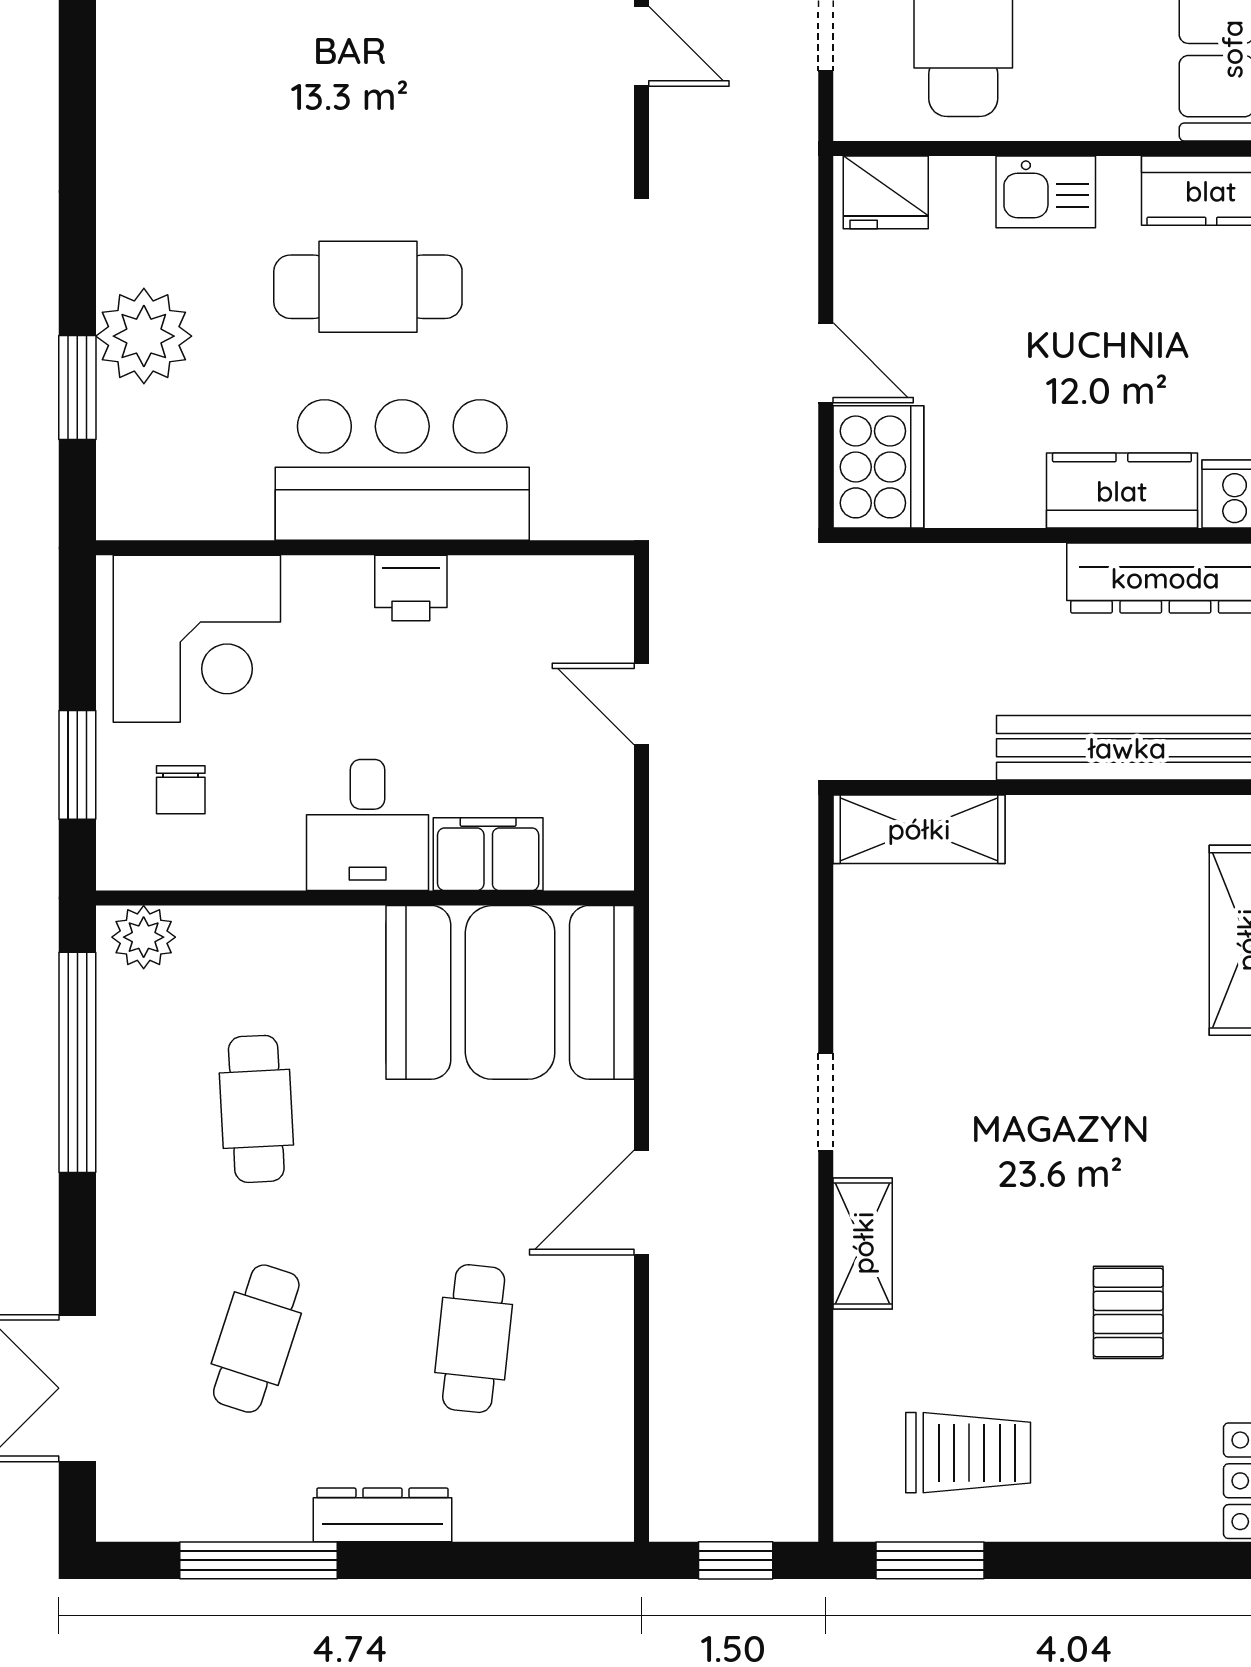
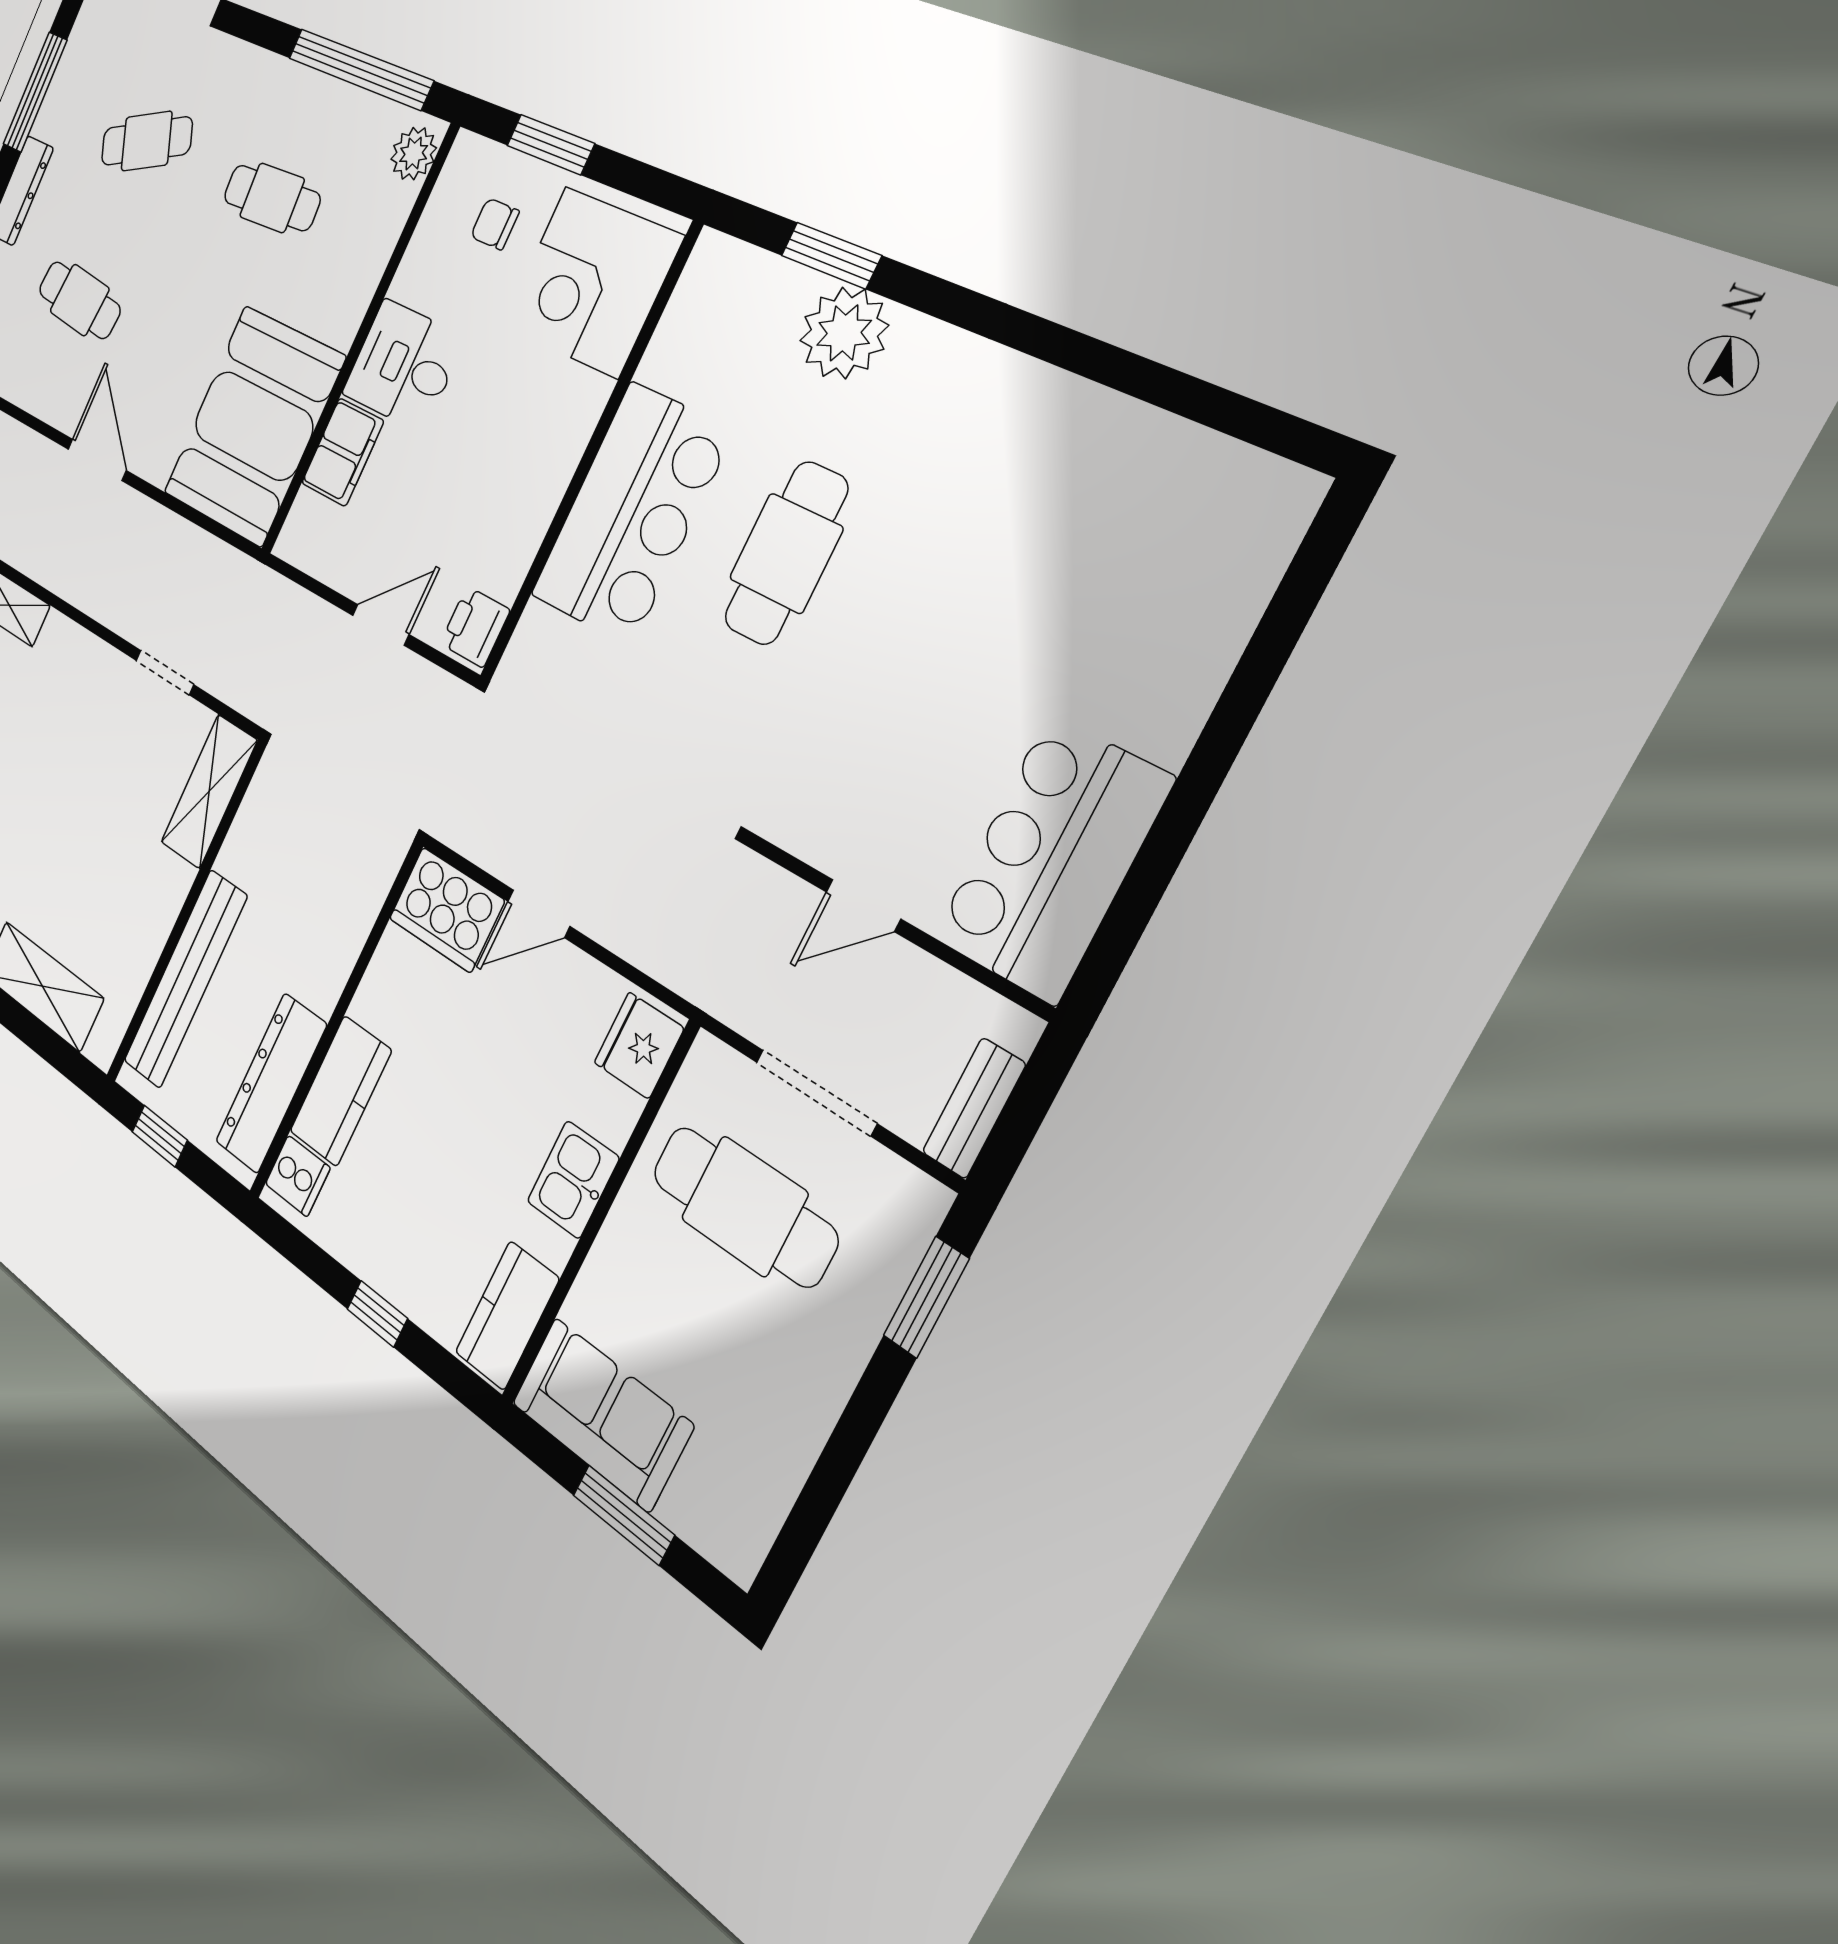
printer: (411, 588) -> (475, 627), moved
doorway: (826, 1102) -> (165, 672), moved
cafe table: (256, 1339) -> (147, 141), turned -42

